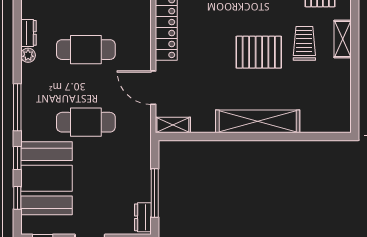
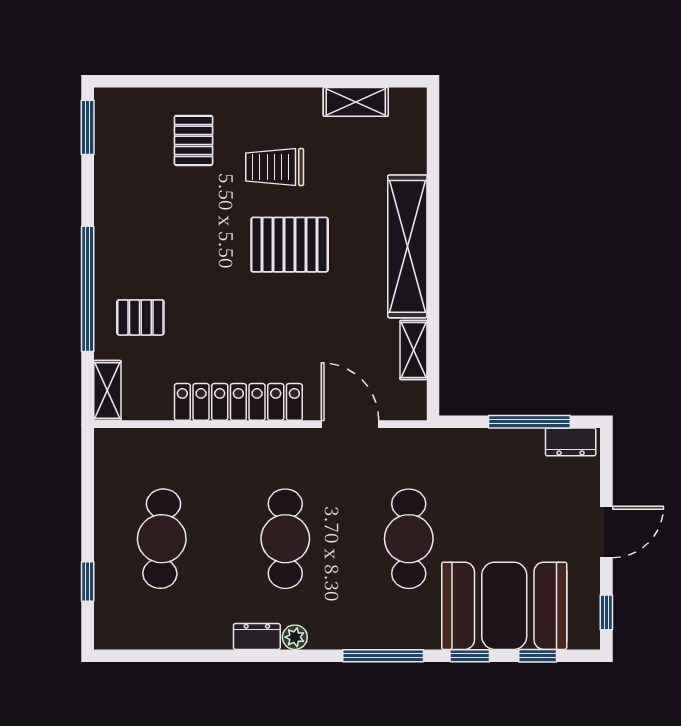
shelving: (343, 39) -> (356, 102), moved
pallet: (259, 52) -> (290, 245), turned 90
door: (153, 88) -> (350, 424), swing flipped
shelving: (173, 125) -> (413, 350), moved

